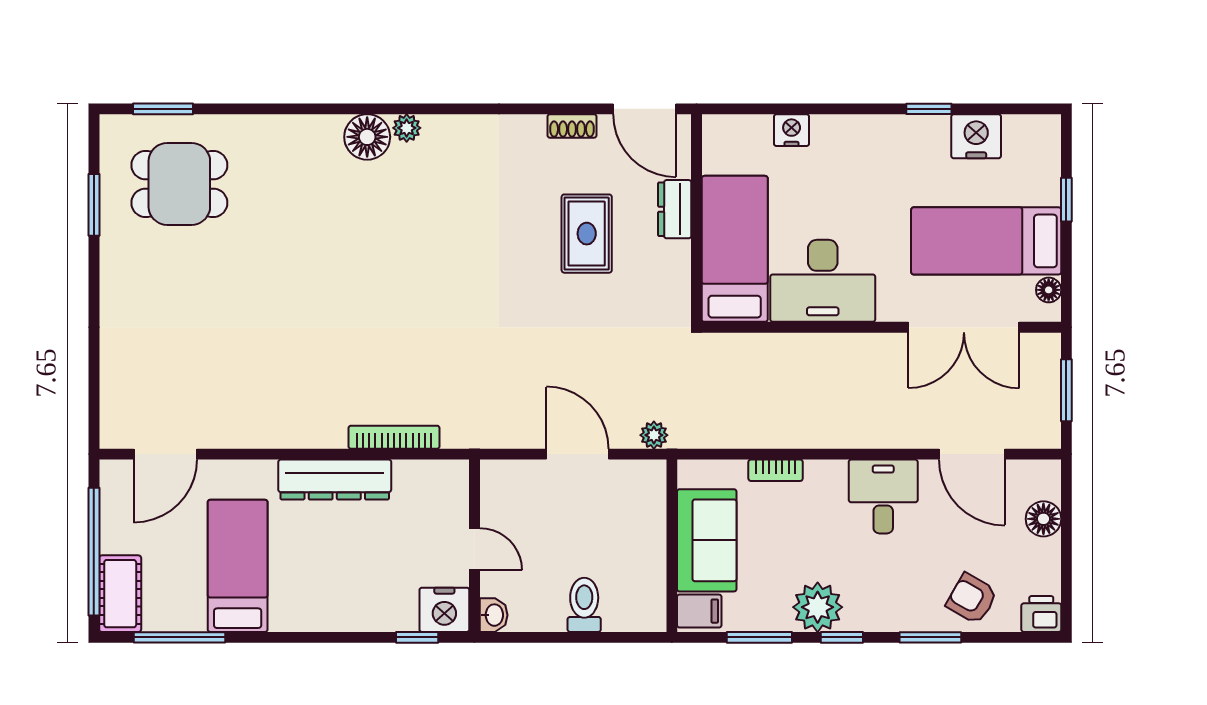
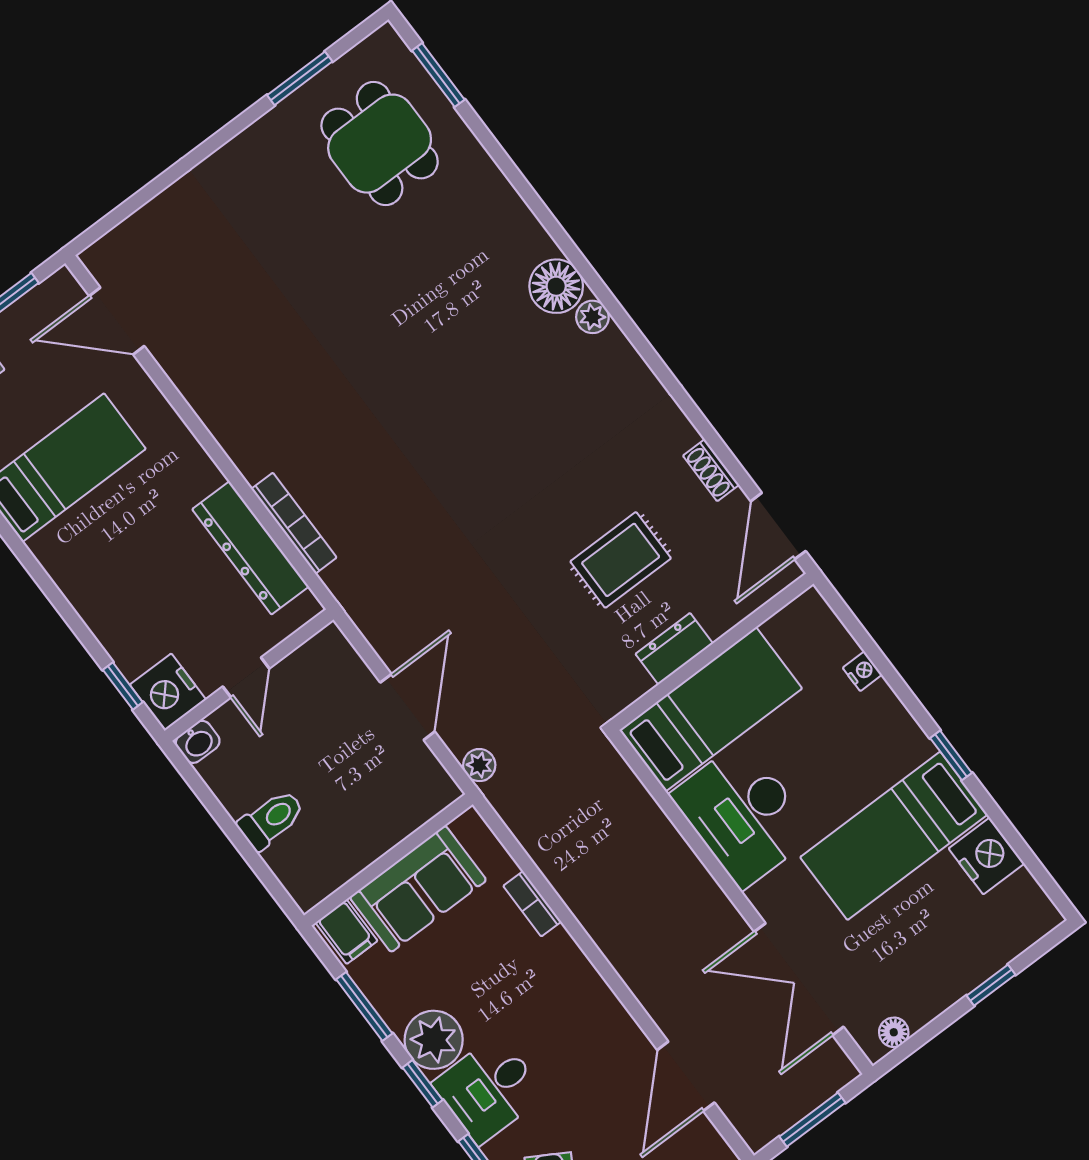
window: (929, 109) -> (951, 755), moved
nightstand: (792, 130) -> (862, 671), width x0.72, depth x0.74
dresser: (675, 209) -> (674, 649), moved
bed: (986, 241) -> (894, 836), moved, turned -90
dresser: (335, 479) -> (250, 548), moved
desk: (883, 496) -> (489, 1089), moved, turned 180

